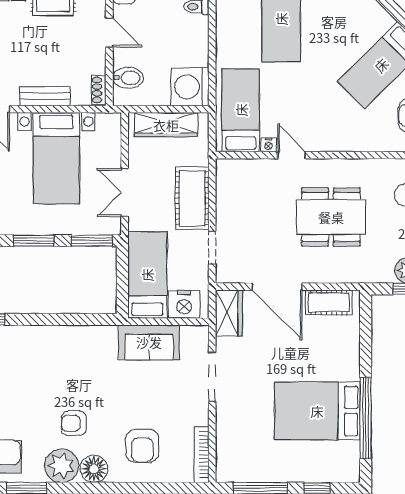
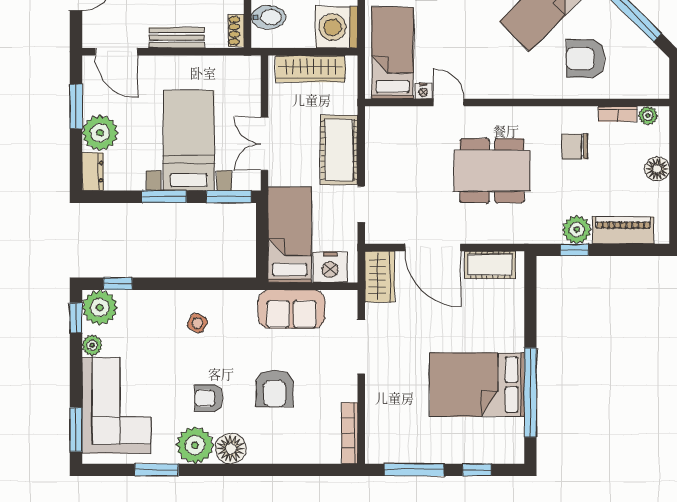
bed with nightstands: (56, 158) -> (189, 140), moved, turned 180
side table: (64, 355) -> (197, 323), added
armchair: (142, 446) -> (275, 388), moved

